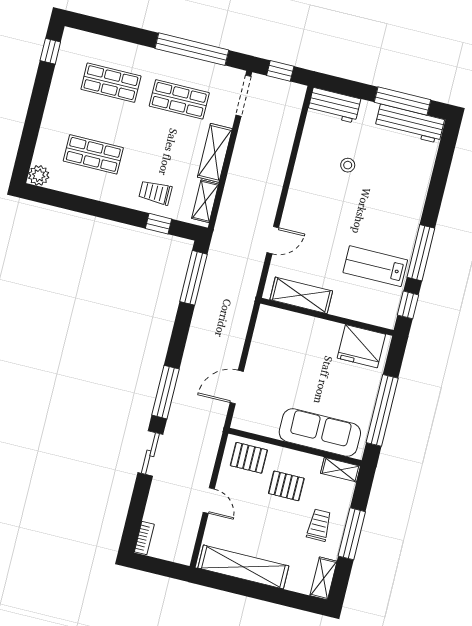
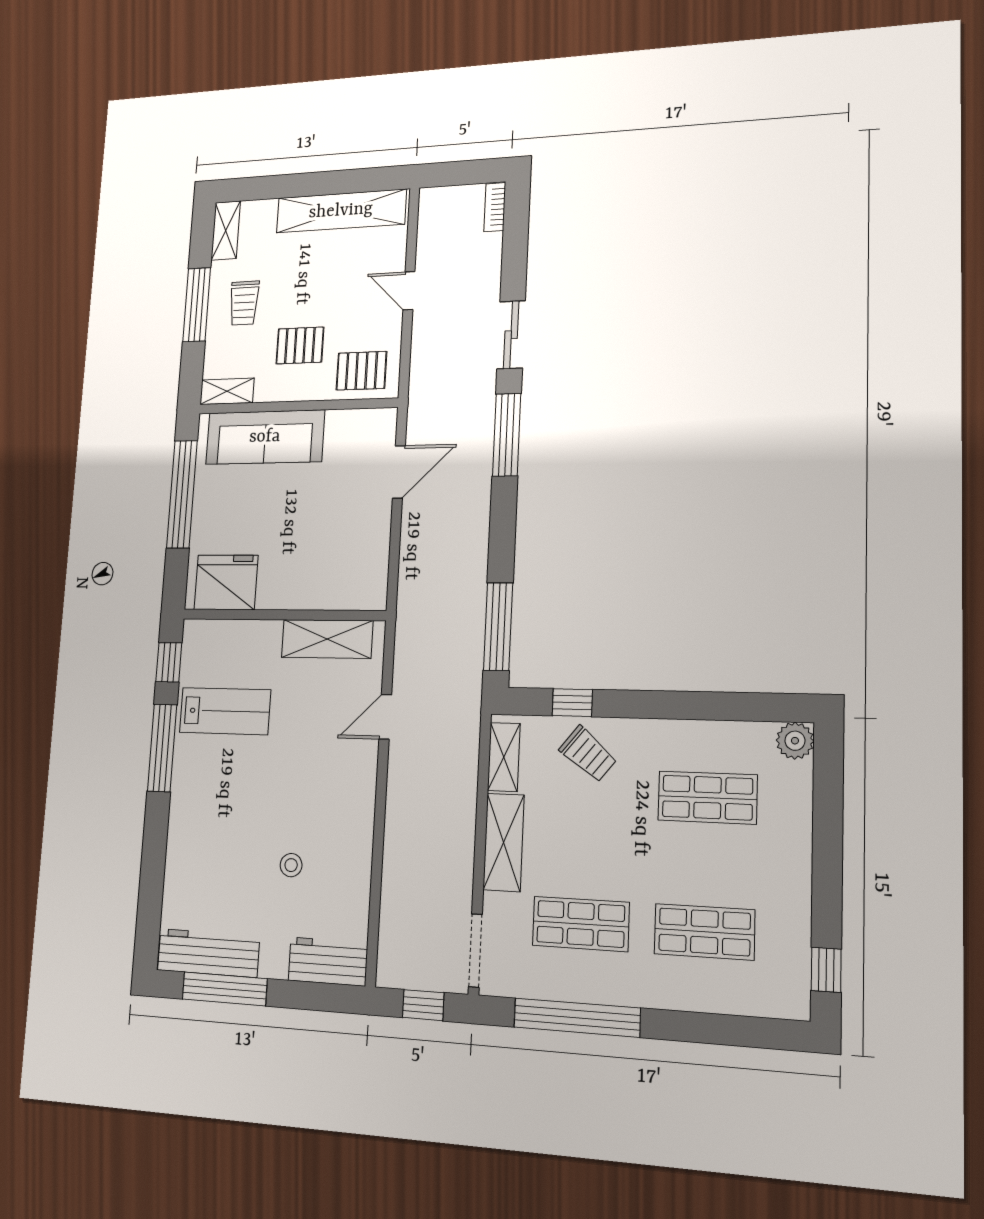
trolley: (155, 193) -> (588, 754), turned 39

